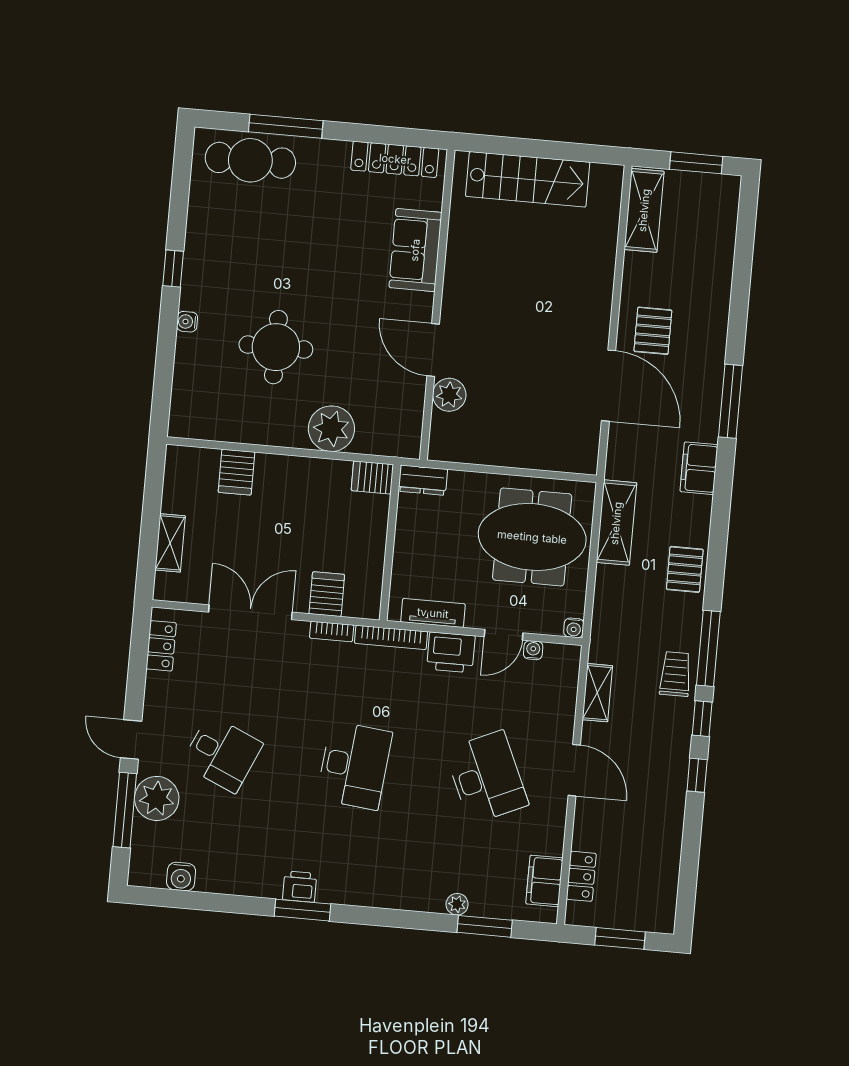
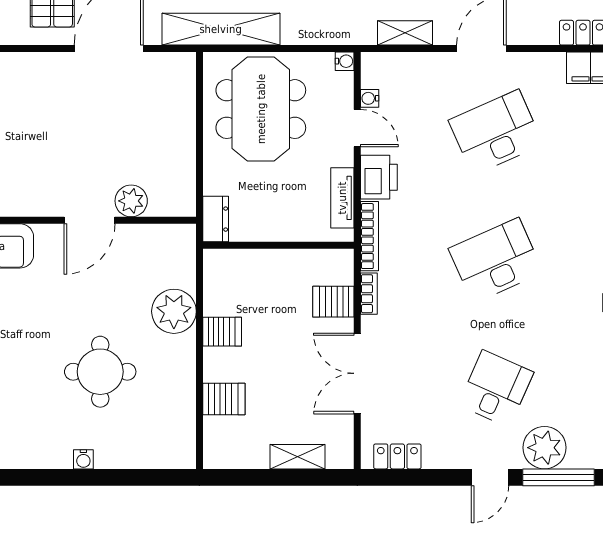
window: (173, 268) -> (33, 477), removed
server rack: (372, 477) -> (222, 332), moved, turned -90
shelving: (616, 523) -> (221, 29), width x1.47
desk: (354, 765) -> (496, 260), turned -30

